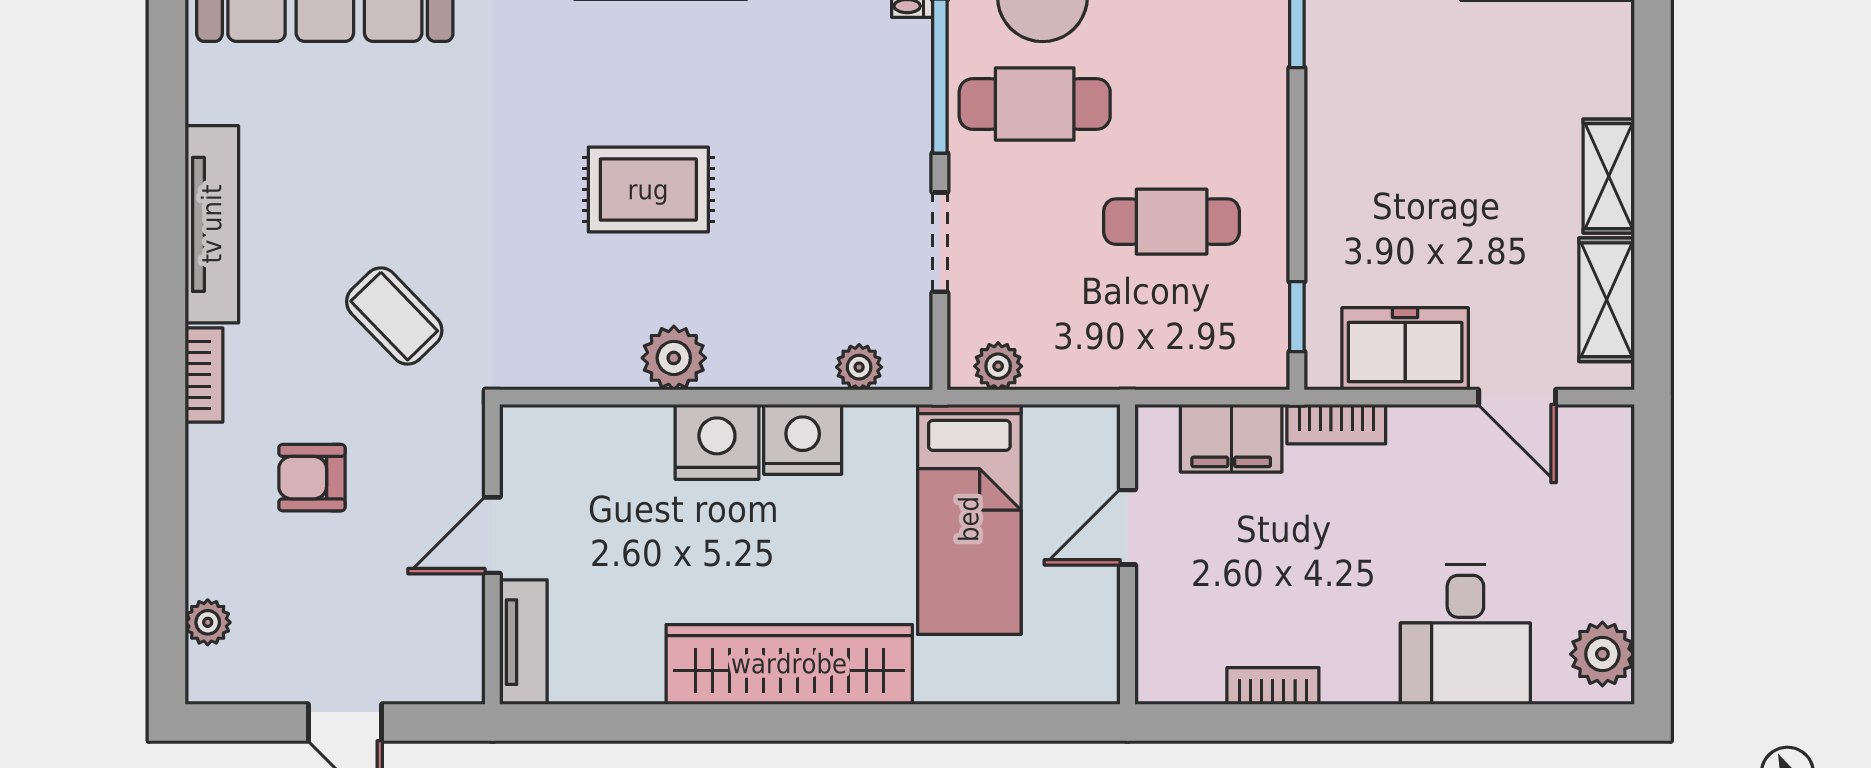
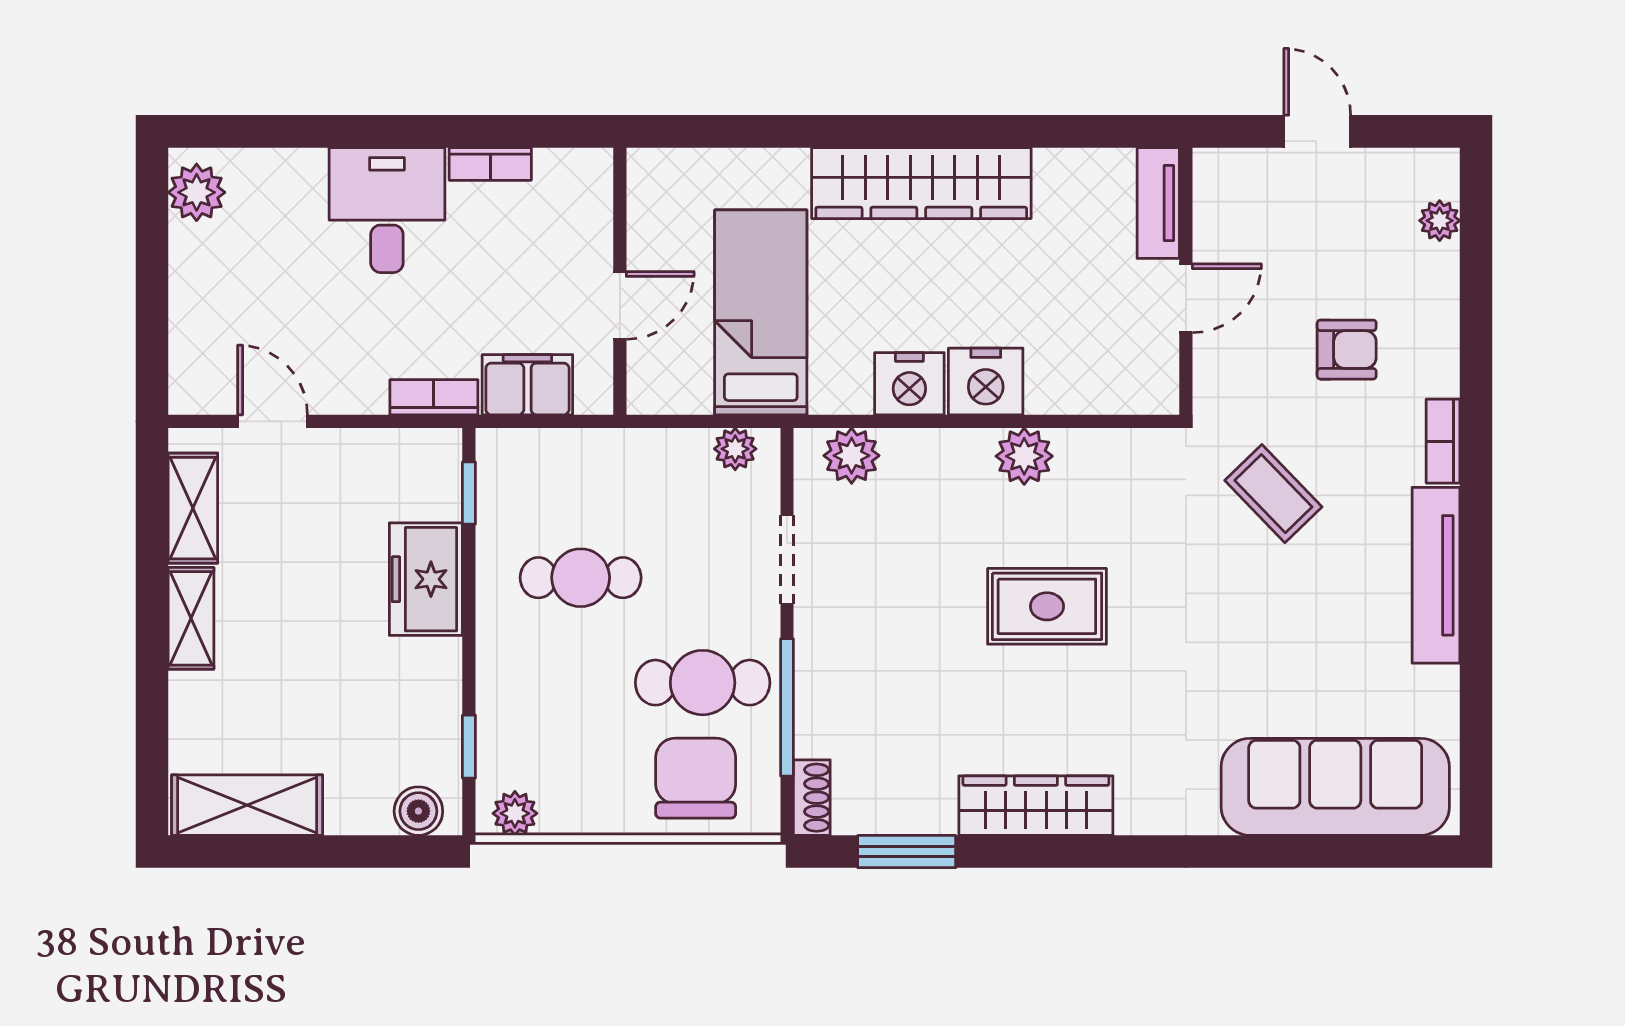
freezer: (1405, 349) -> (426, 579), moved, turned 90
plant: (859, 367) -> (852, 456), width x1.38, depth x1.38
desk: (1465, 634) -> (387, 210), moved

